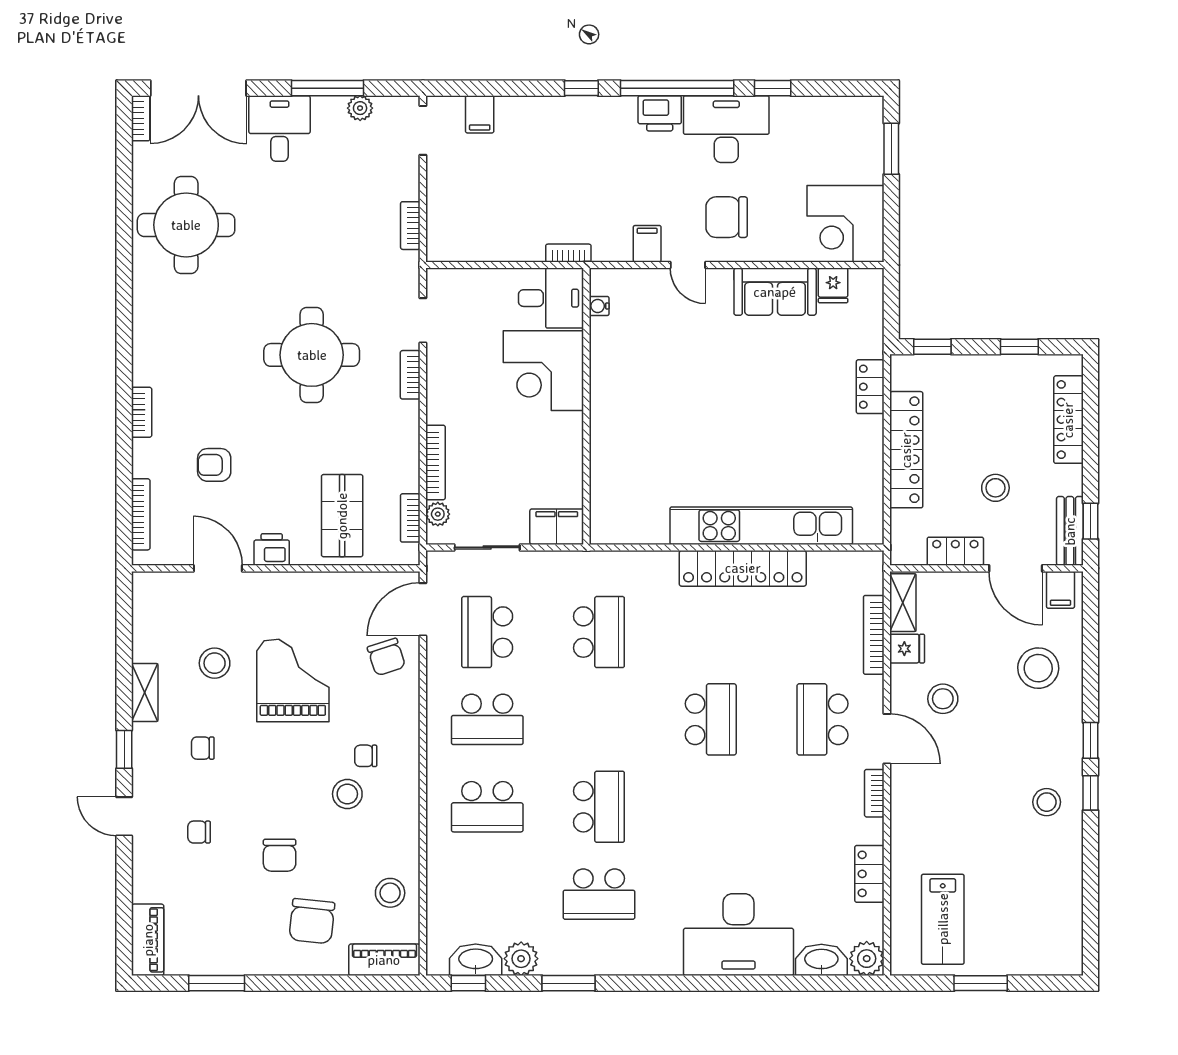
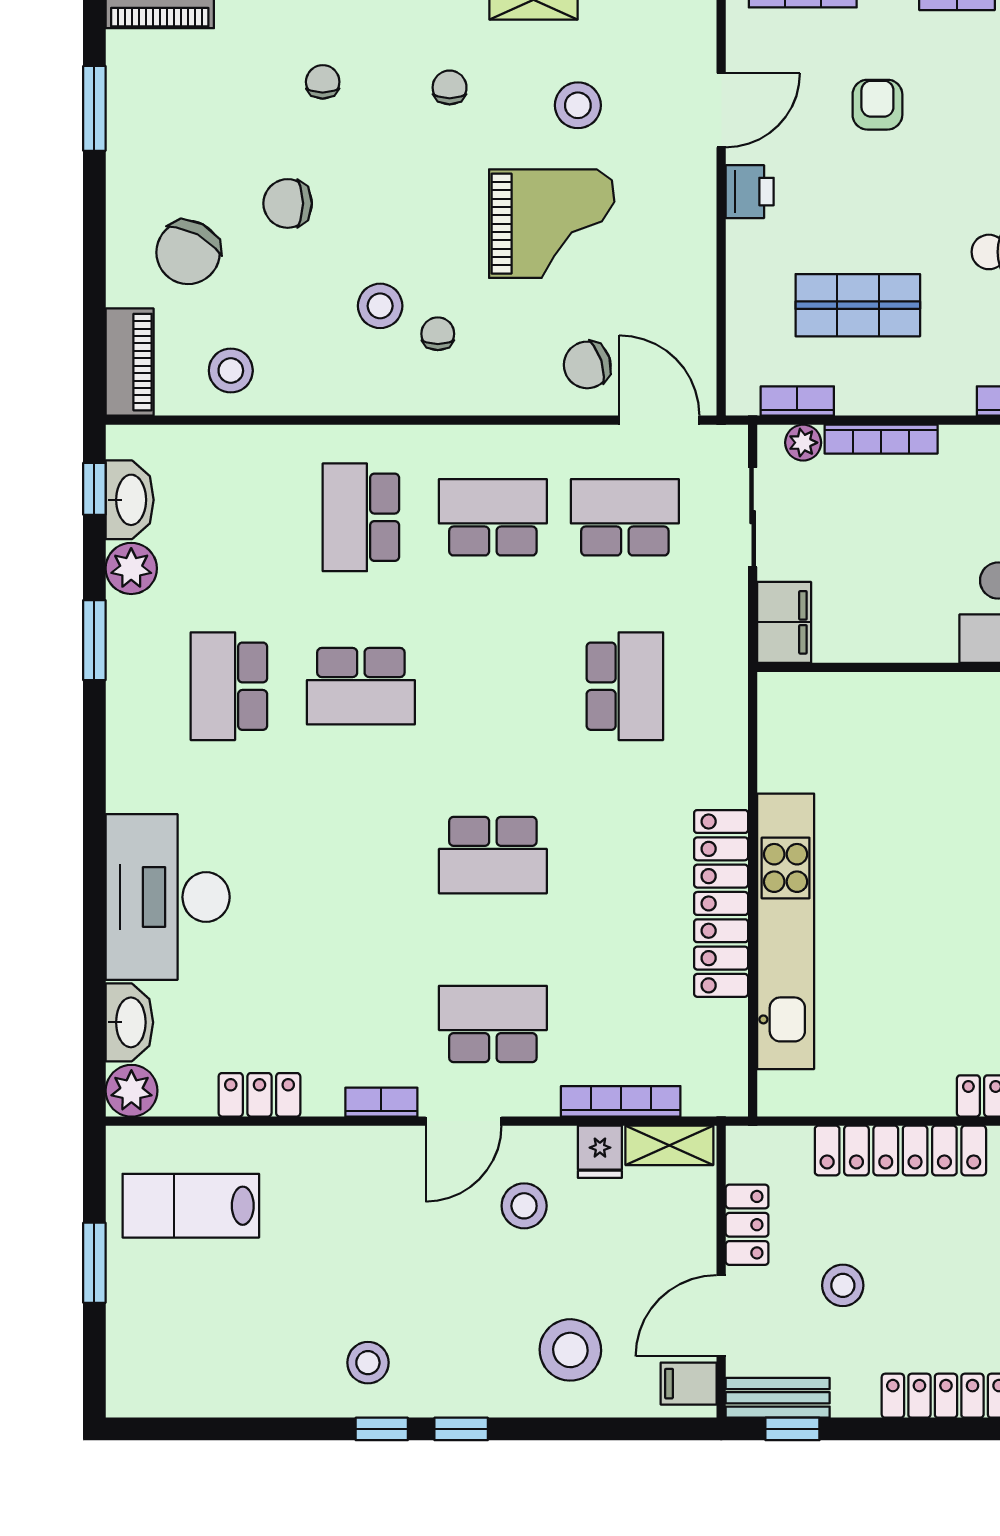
shop shelf: (342, 516) -> (858, 305), moved
school desk: (599, 632) -> (625, 686), turned -90
school desk: (487, 719) -> (493, 517), turned 90
chair: (312, 921) -> (188, 252), turned -68

